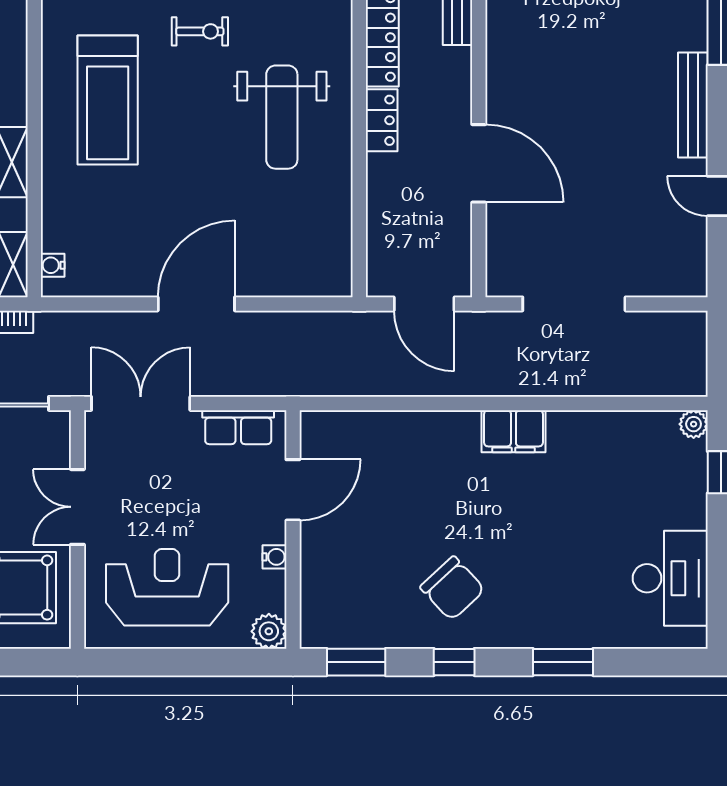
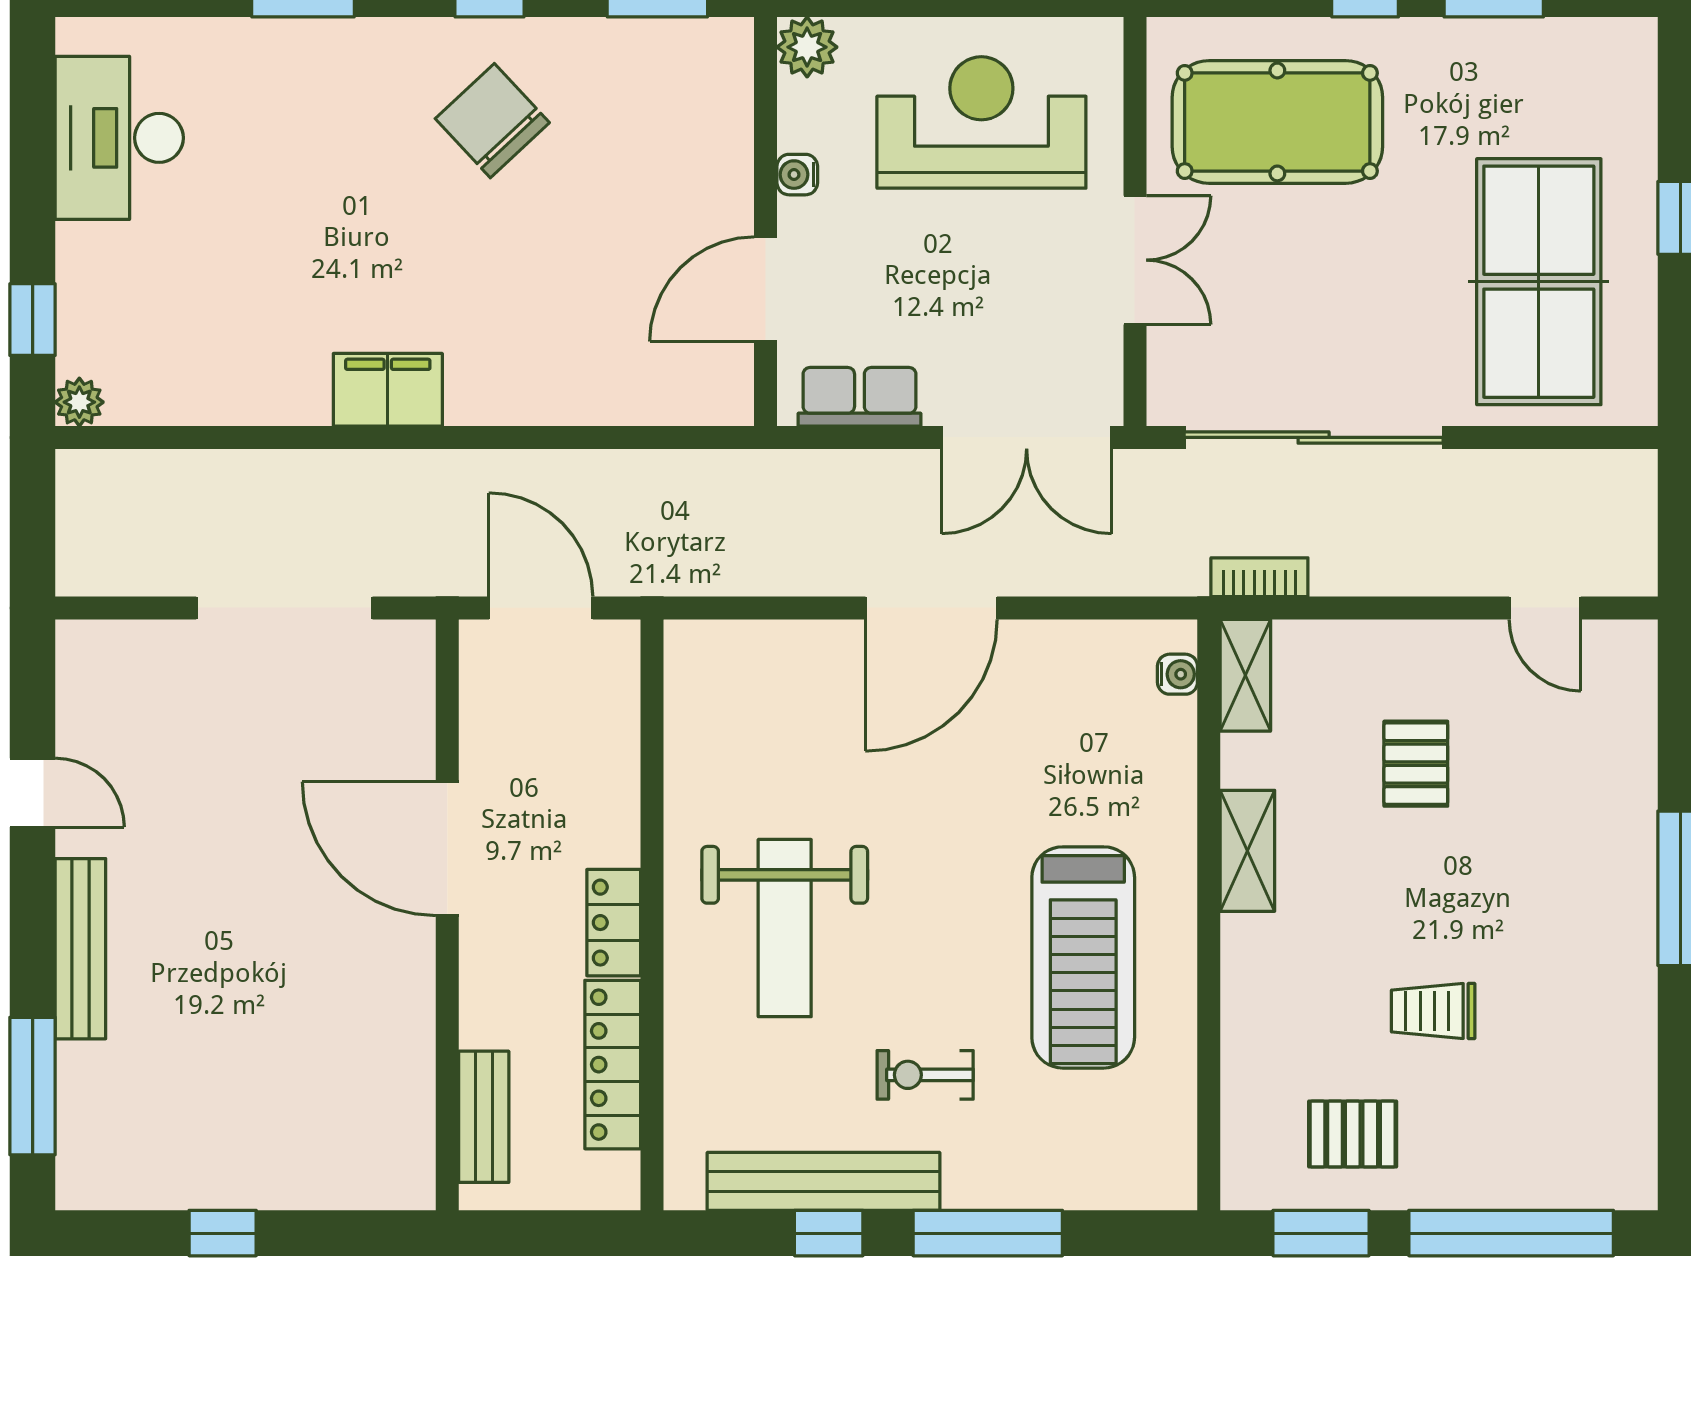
treadmill: (108, 100) -> (1083, 957), turned 180
weight bench: (282, 117) -> (785, 928), turned 180
reception desk: (167, 587) -> (981, 122), turned 180

